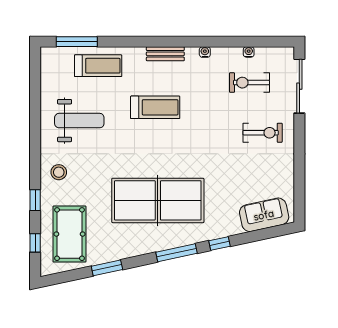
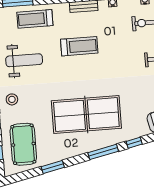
treadmill: (98, 66) -> (35, 19), turned 180

